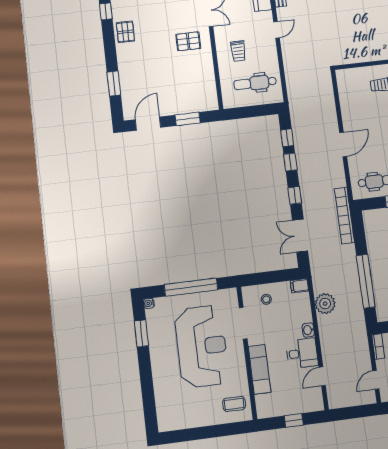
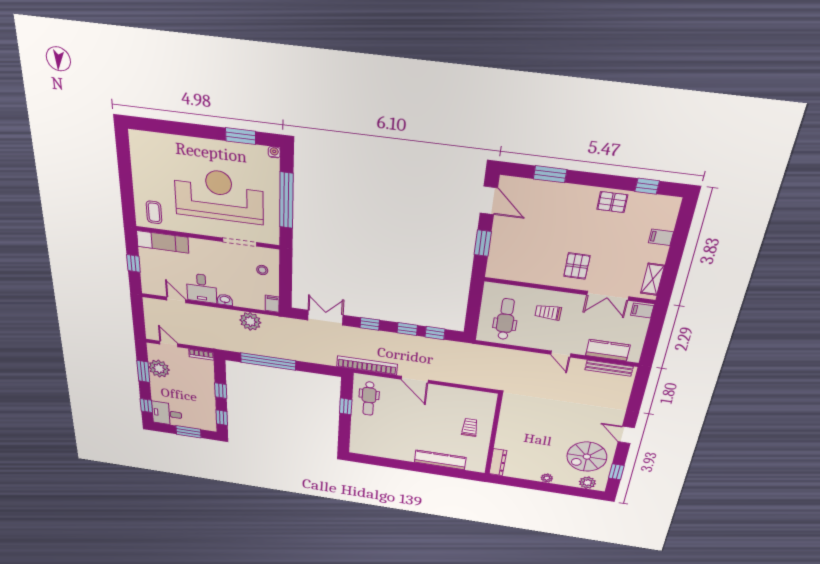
bookcase: (344, 215) -> (367, 365), moved
reception desk: (202, 346) -> (219, 196), turned 180
exam couch: (259, 369) -> (163, 242), moved

